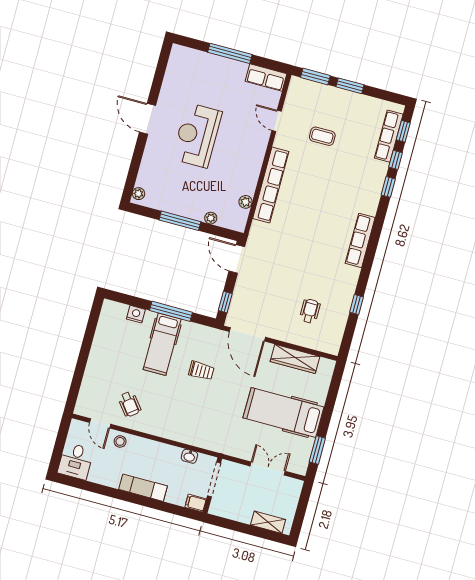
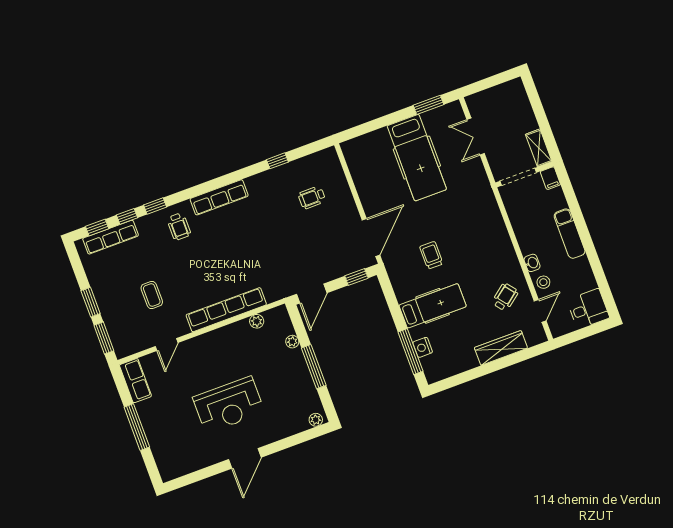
wheelchair: (360, 194) -> (179, 226), added
window: (171, 311) -> (411, 352), moved
wardrobe: (295, 359) -> (501, 348), moved, turned -90
washbasin: (189, 456) -> (532, 263), moved
shelving: (268, 522) -> (539, 148), moved

